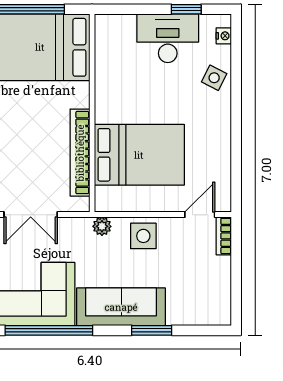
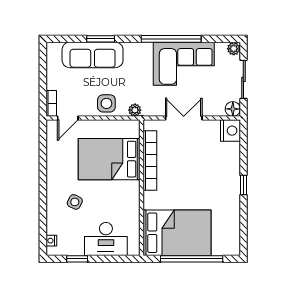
desk: (168, 38) -> (106, 239), moved
side table: (214, 78) -> (75, 202), moved
sofa: (121, 307) -> (93, 55), moved

